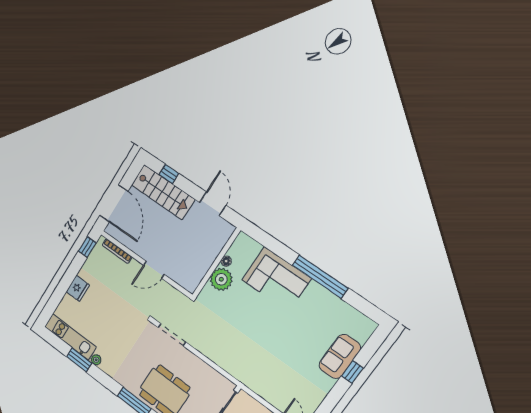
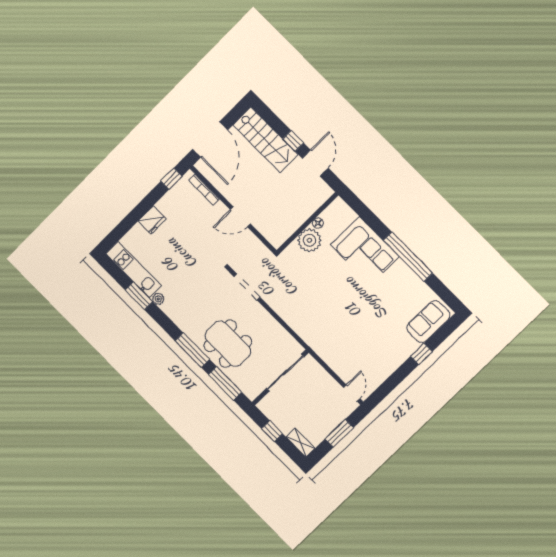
window: (169, 174) -> (293, 141), moved
sofa: (340, 357) -> (428, 322), moved

